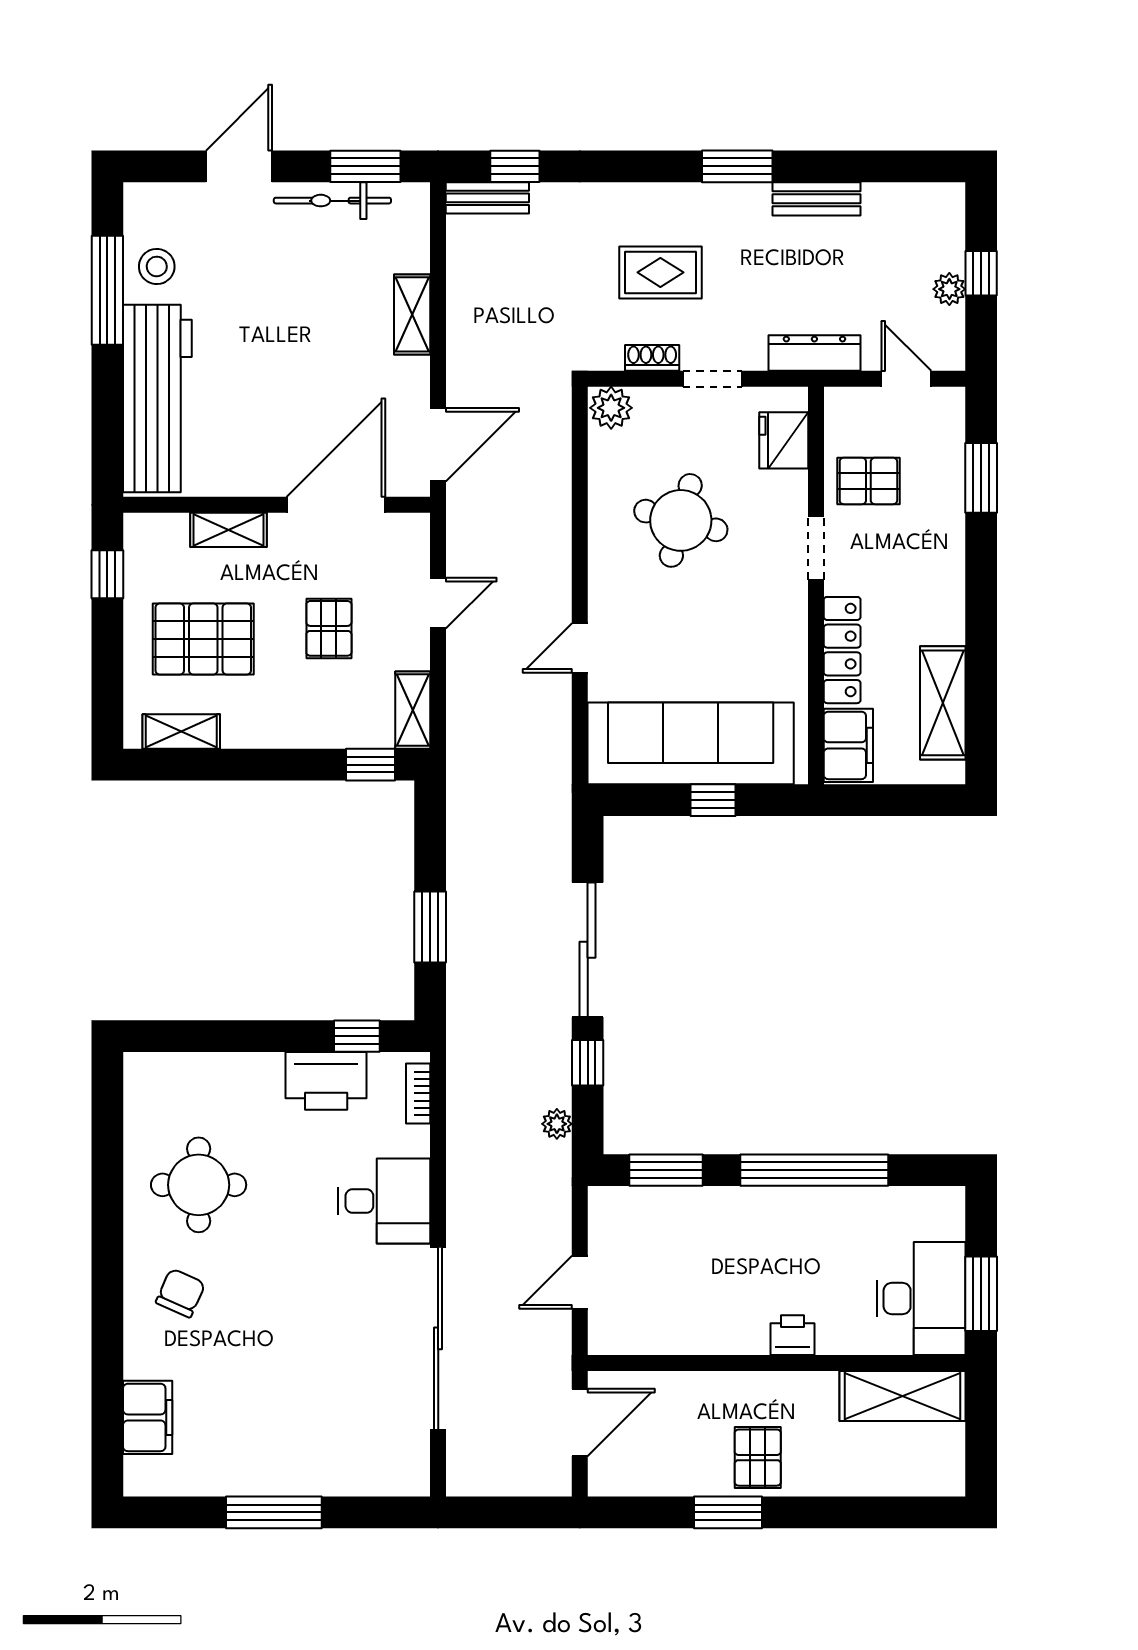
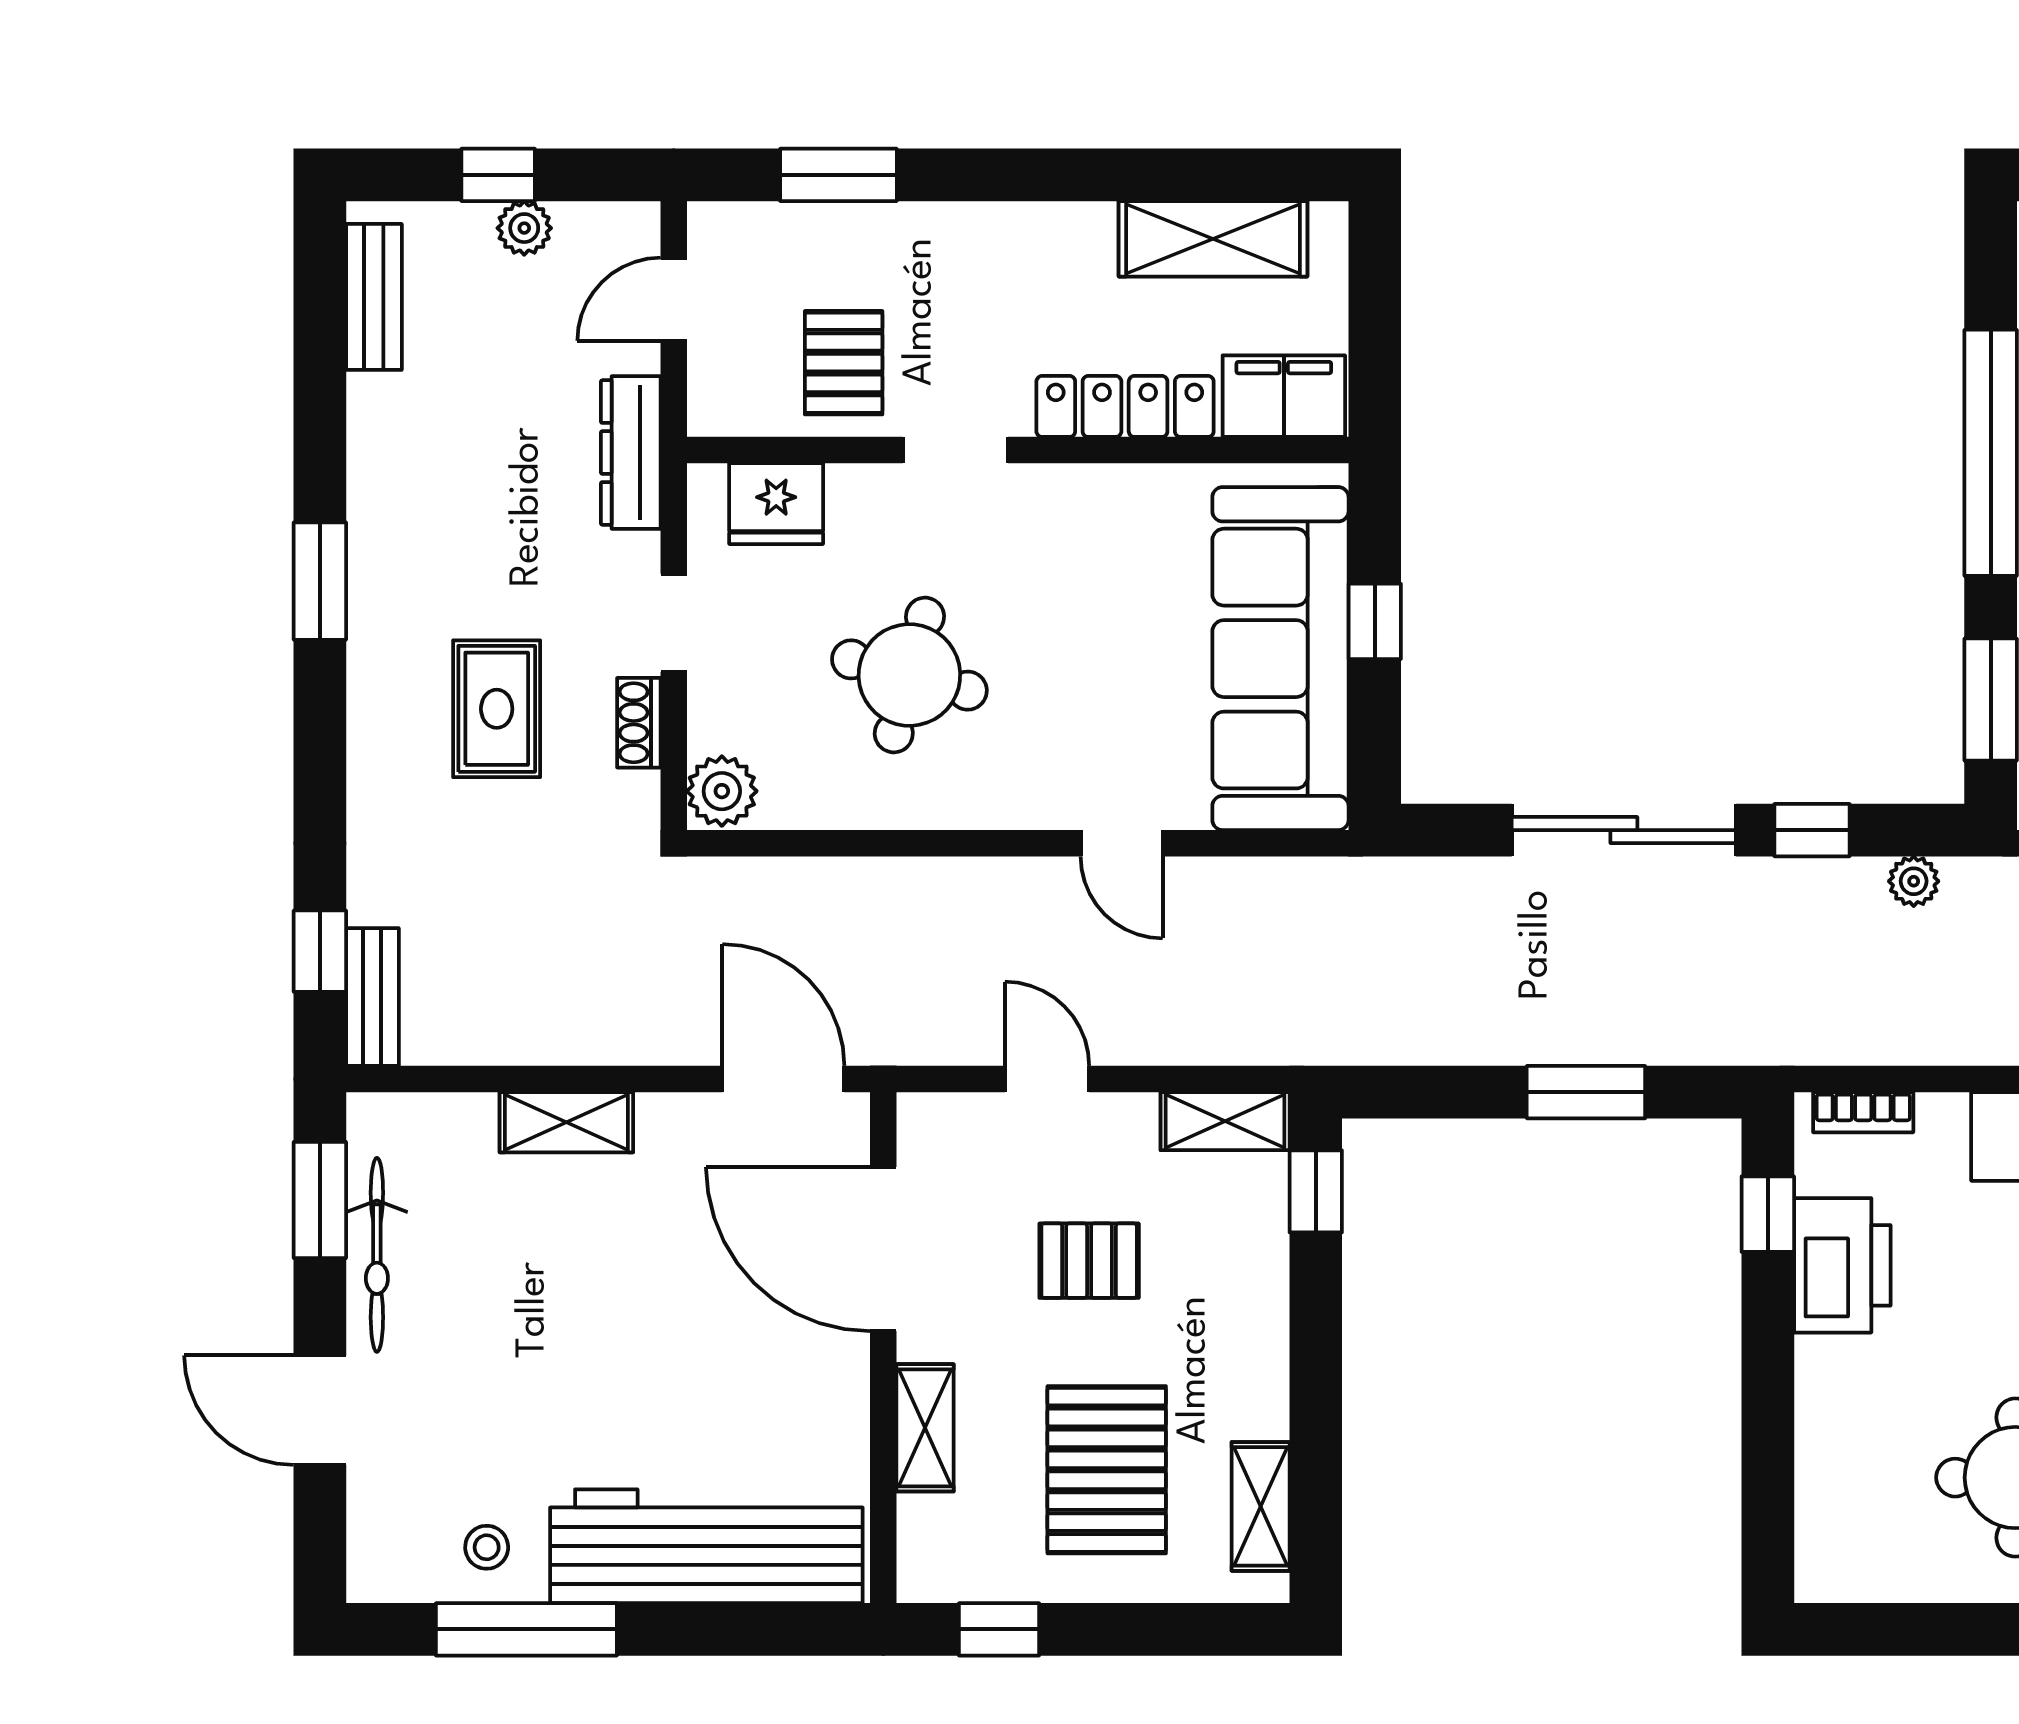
bench: (816, 199) -> (374, 297), moved
stool: (157, 266) -> (487, 1547), width x0.73, depth x0.73

